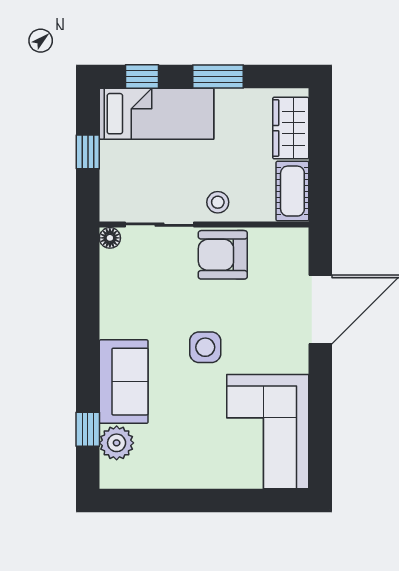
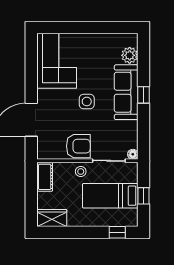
window: (218, 76) -> (81, 232), removed
bed: (157, 114) -> (110, 196), moved
wardrobe: (291, 128) -> (52, 218), moved, turned -90
sofa: (124, 382) -> (126, 92), width x1.36
window: (88, 429) -> (143, 95), moved

